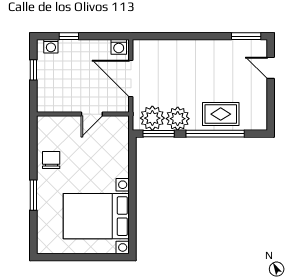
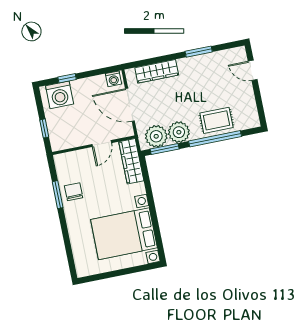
window: (246, 36) -> (199, 52), moved
washing machine: (51, 46) -> (60, 95), width x1.89, depth x1.89
wardrobe: (167, 48) -> (157, 71), added
window: (33, 70) -> (44, 128), moved
wardrobe: (120, 140) -> (131, 161), added
window: (33, 195) -> (58, 195), moved

